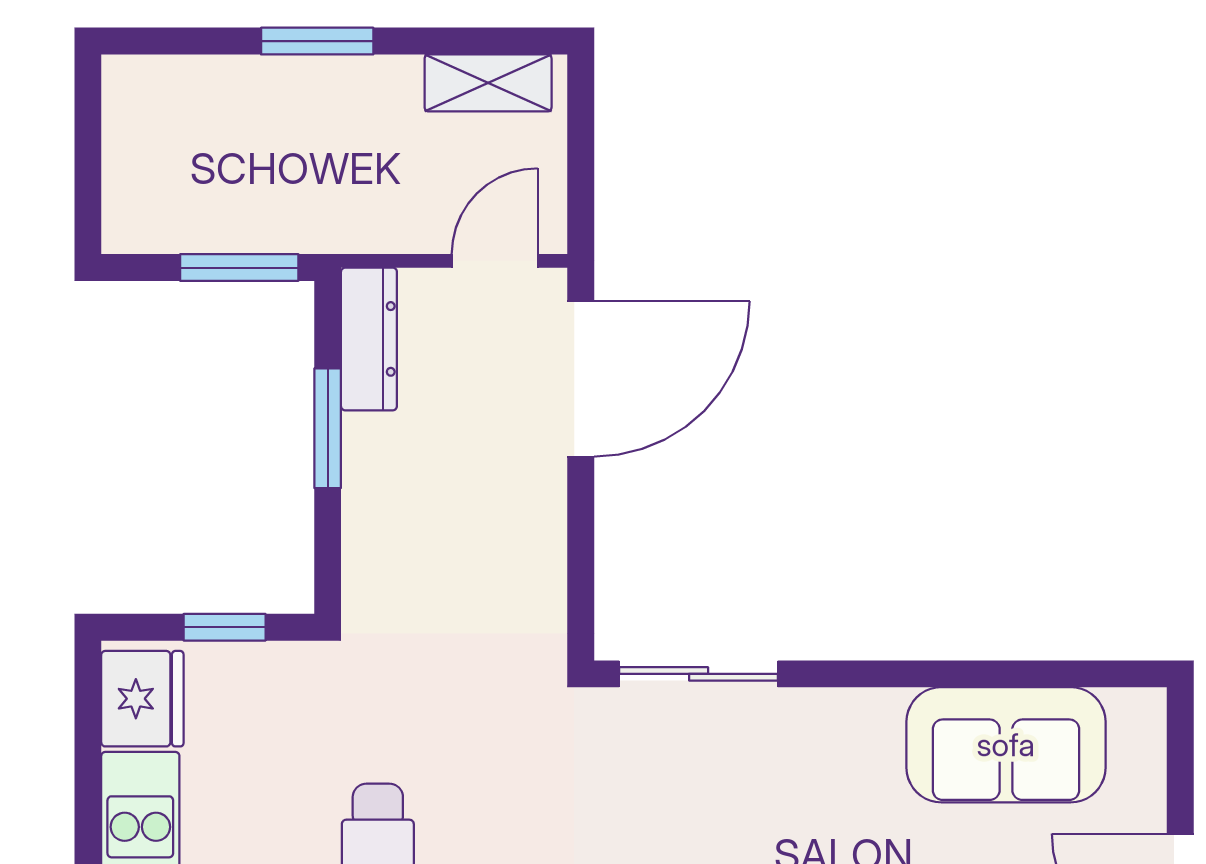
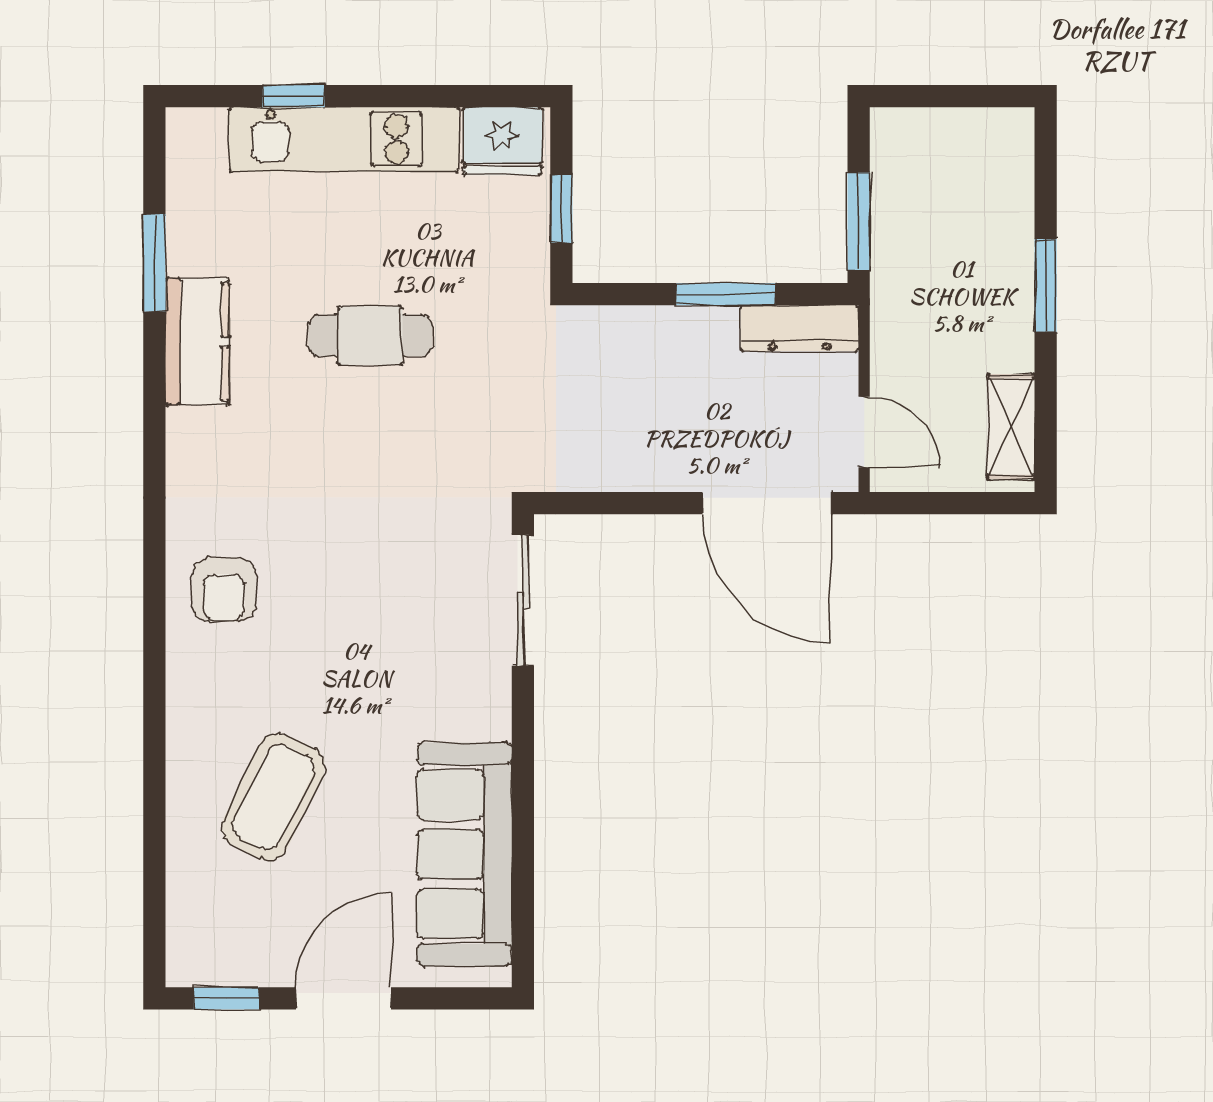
sofa: (1006, 745) -> (464, 854), width x1.36

